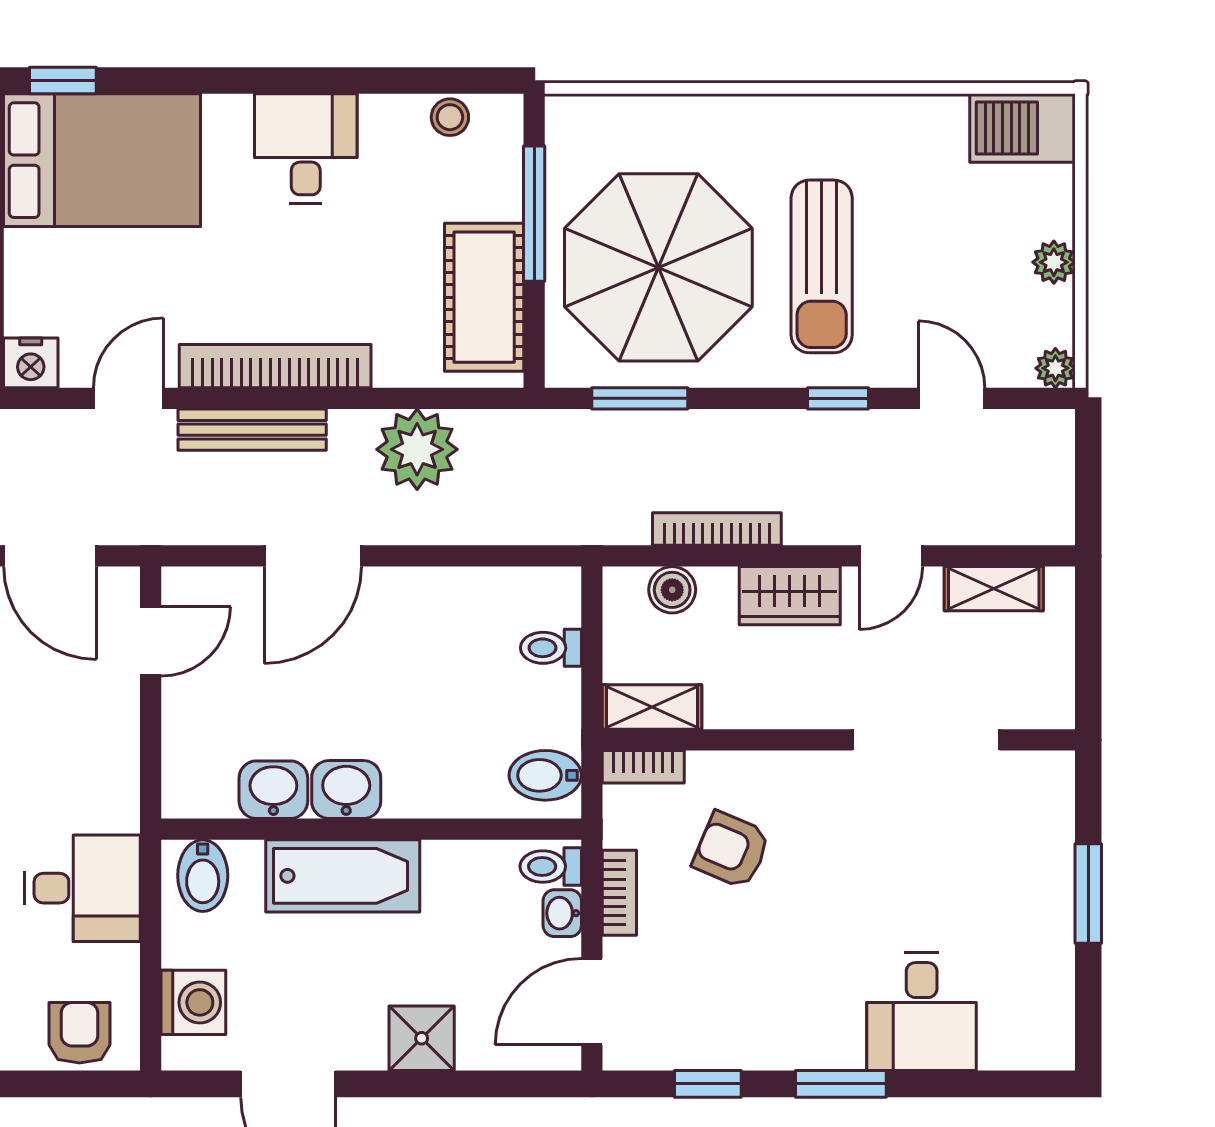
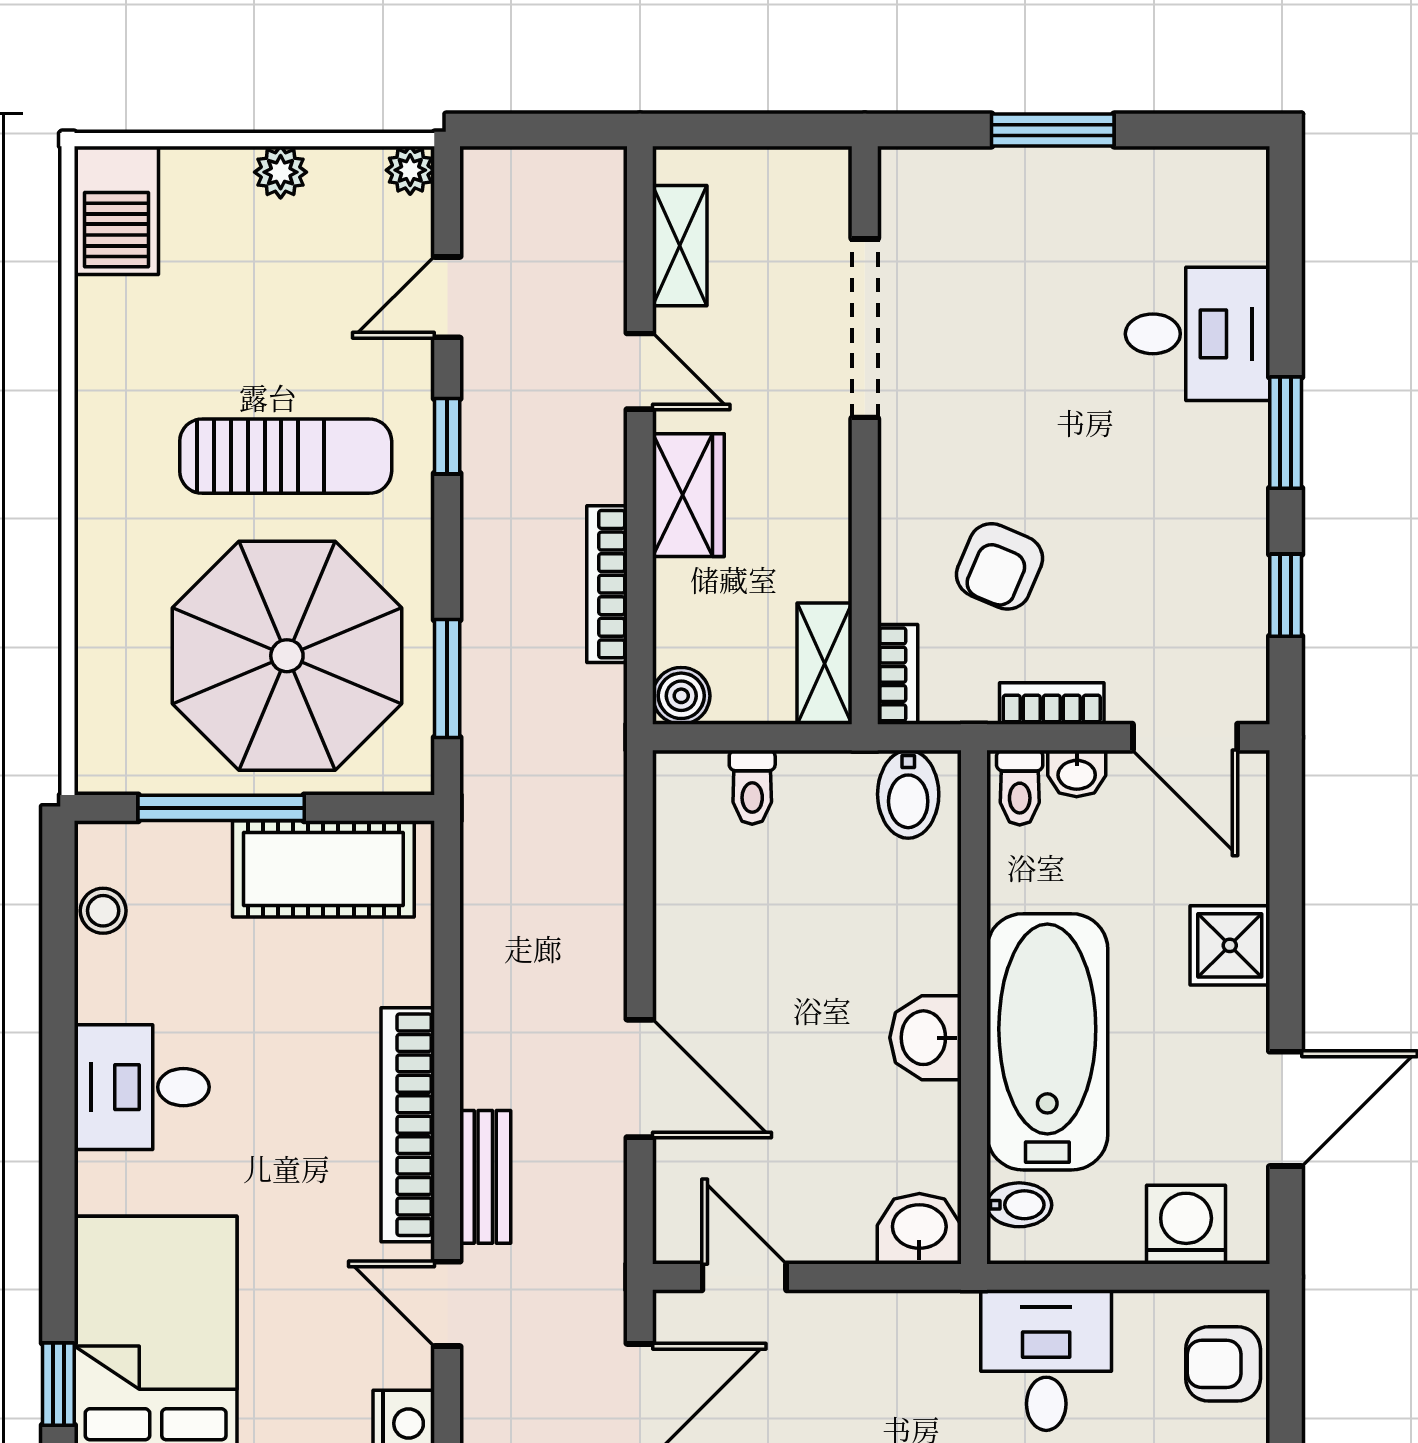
bench: (252, 430) -> (485, 1177), width x0.73
plant: (417, 449) -> (509, 951), removed
boiler: (672, 590) -> (681, 696), moved
washbasin: (273, 790) -> (919, 1229), moved, turned 90
bidet: (203, 876) -> (1019, 1205), width x0.72, depth x0.74
bathtub: (343, 876) -> (1047, 1042), width x1.36, depth x1.36

